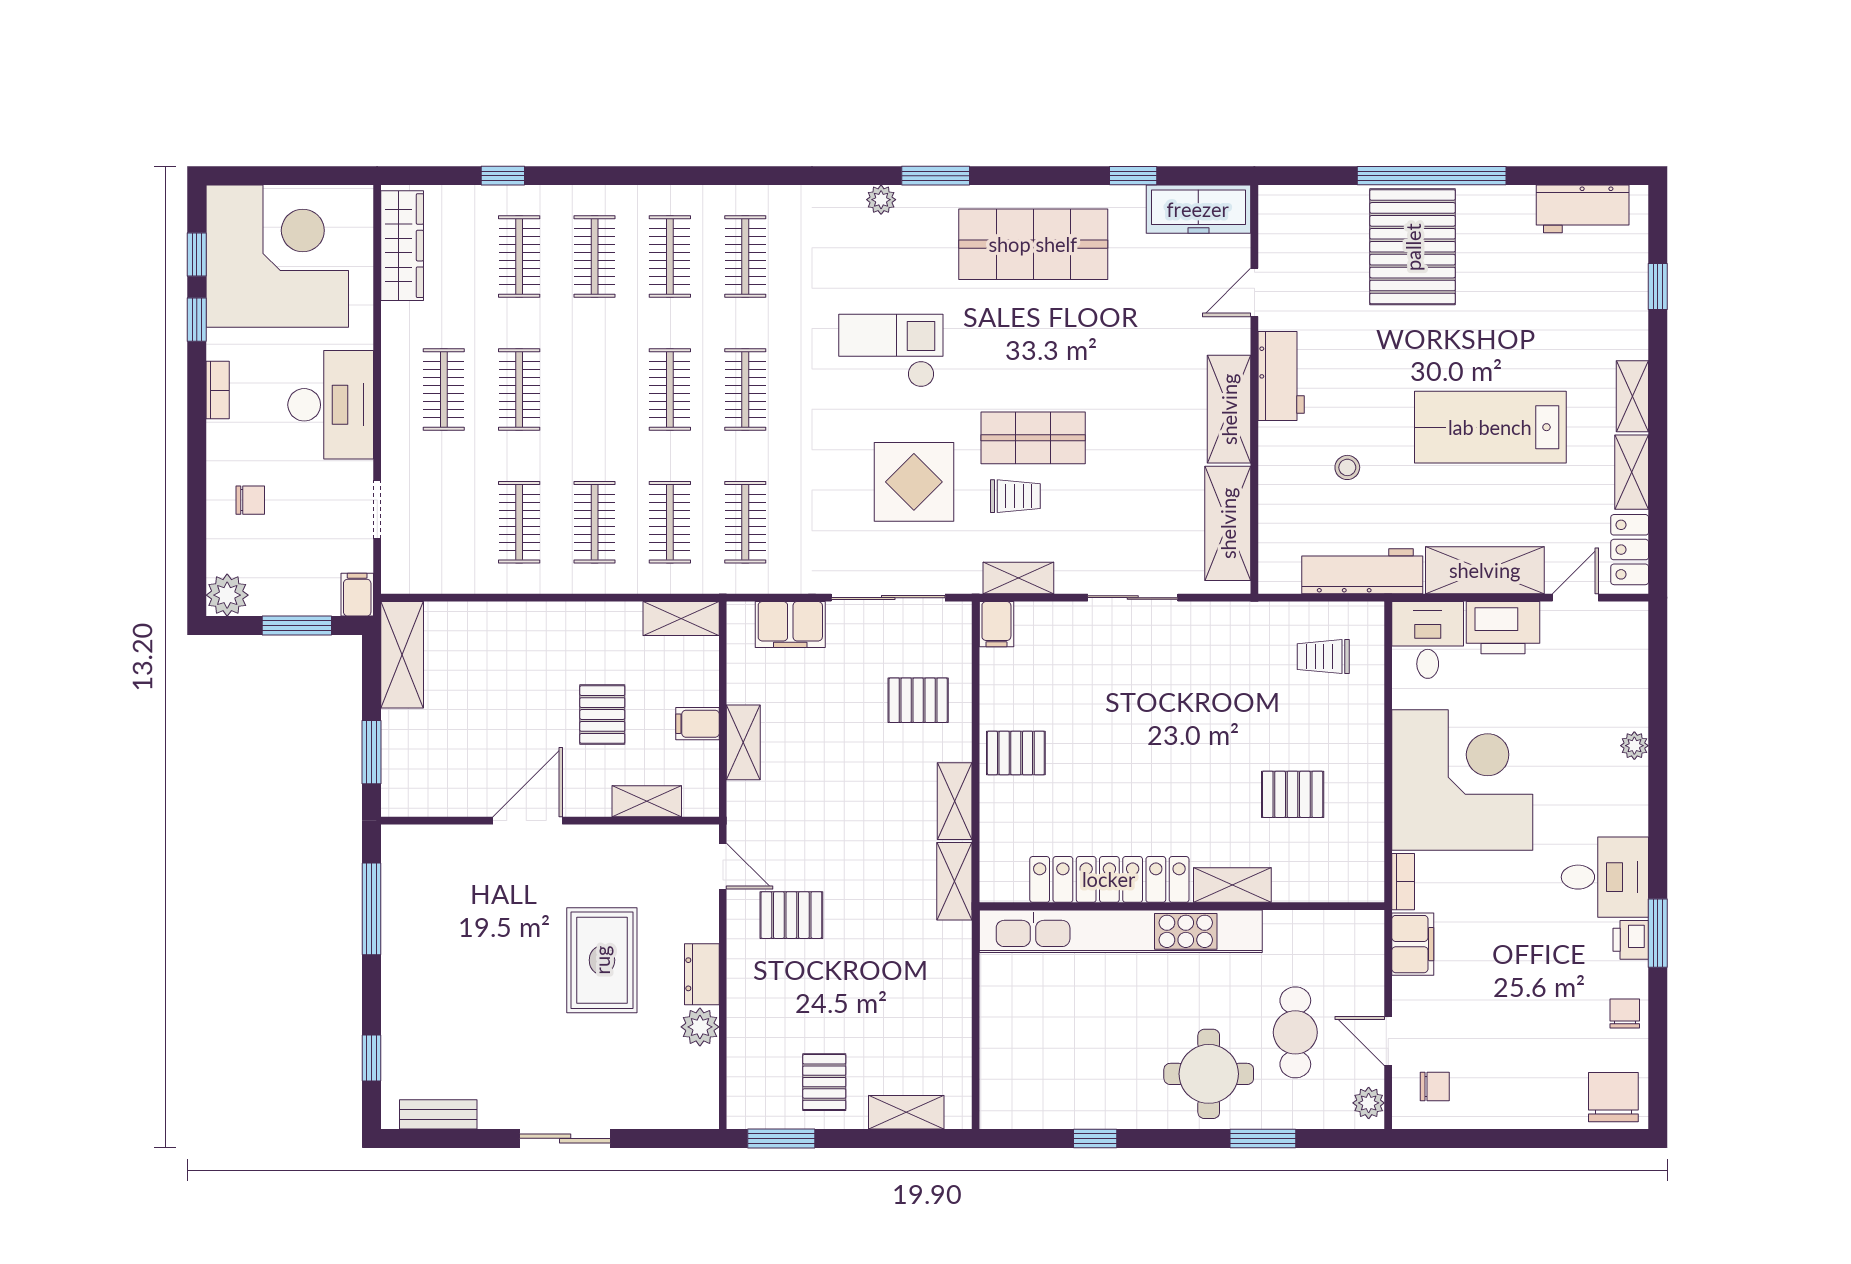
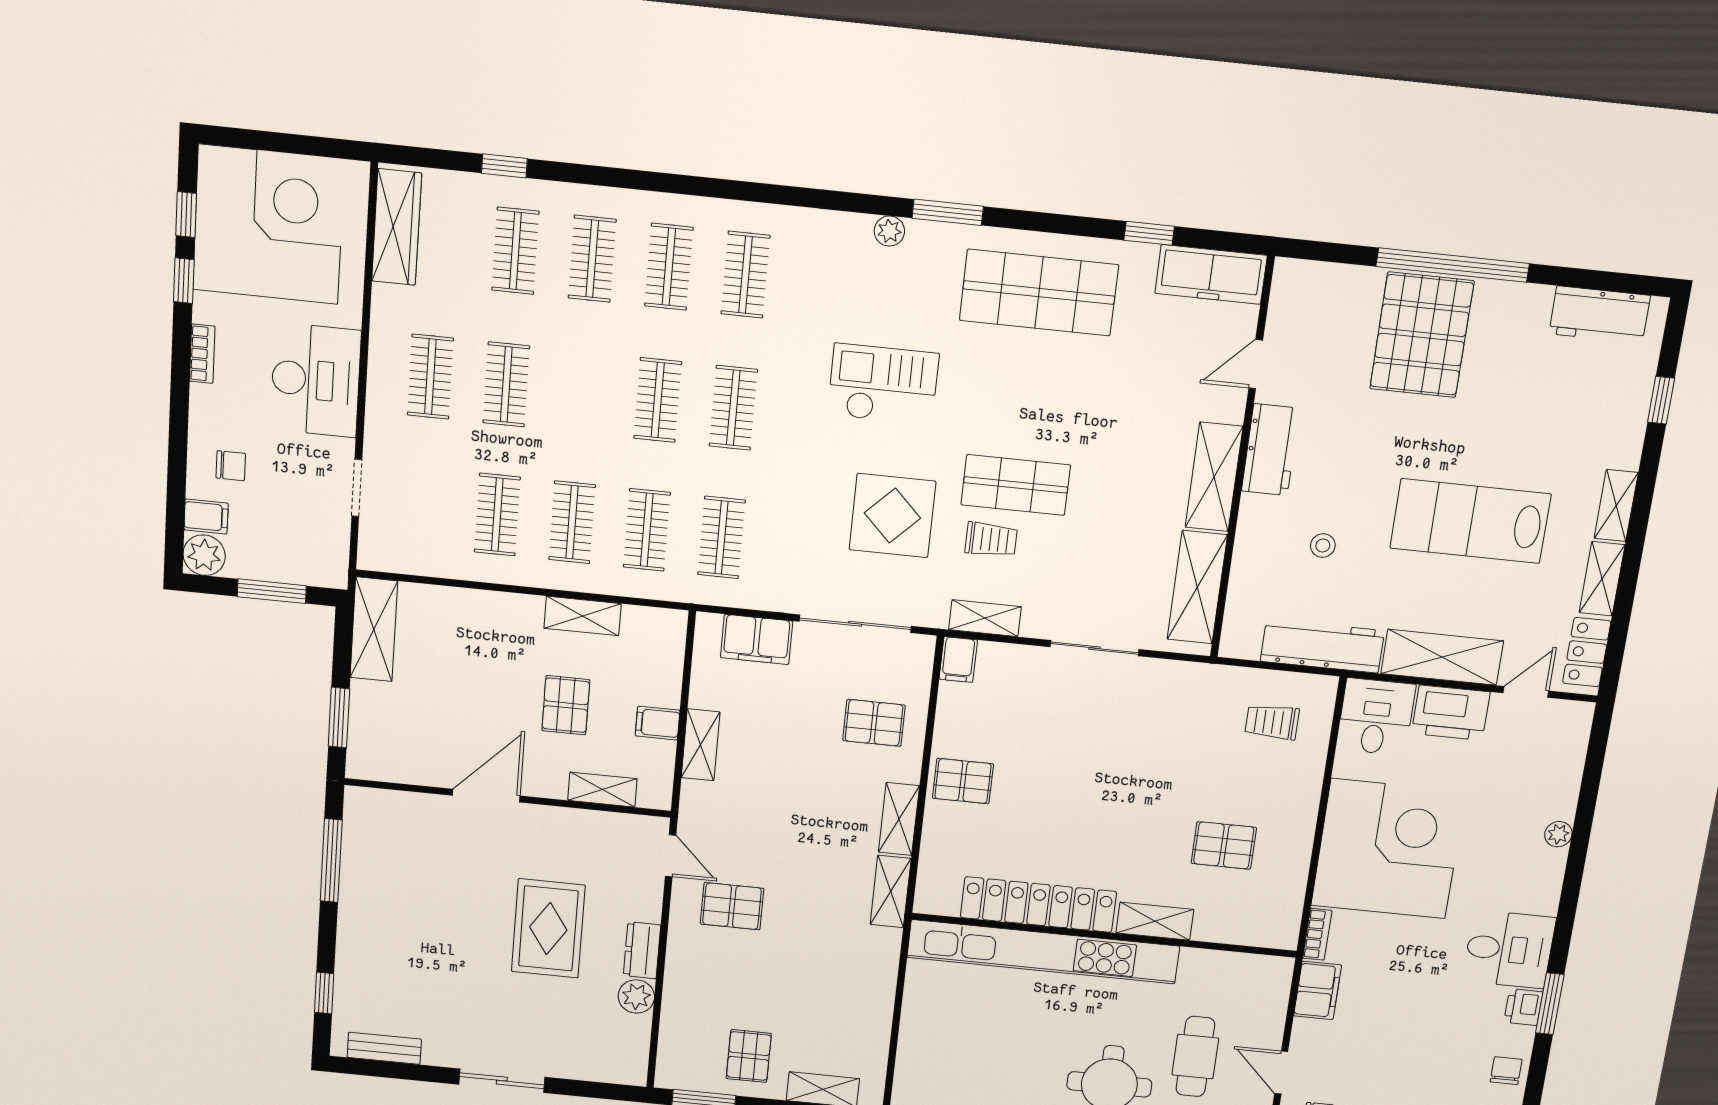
filing cabinet: (357, 595) -> (206, 516), moved, turned 90
shelving: (681, 618) -> (583, 616), moved

